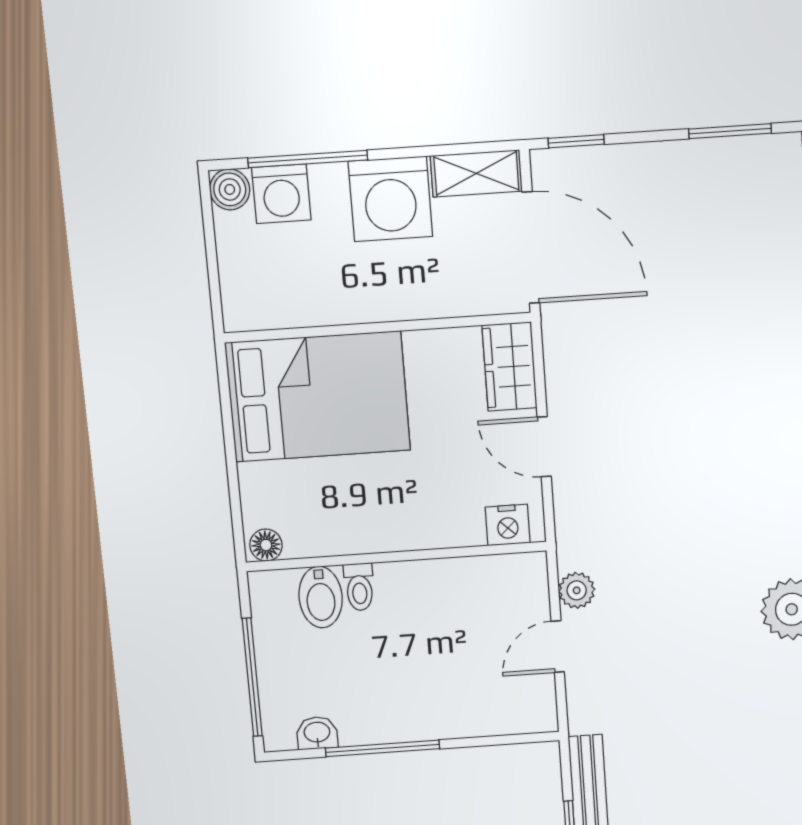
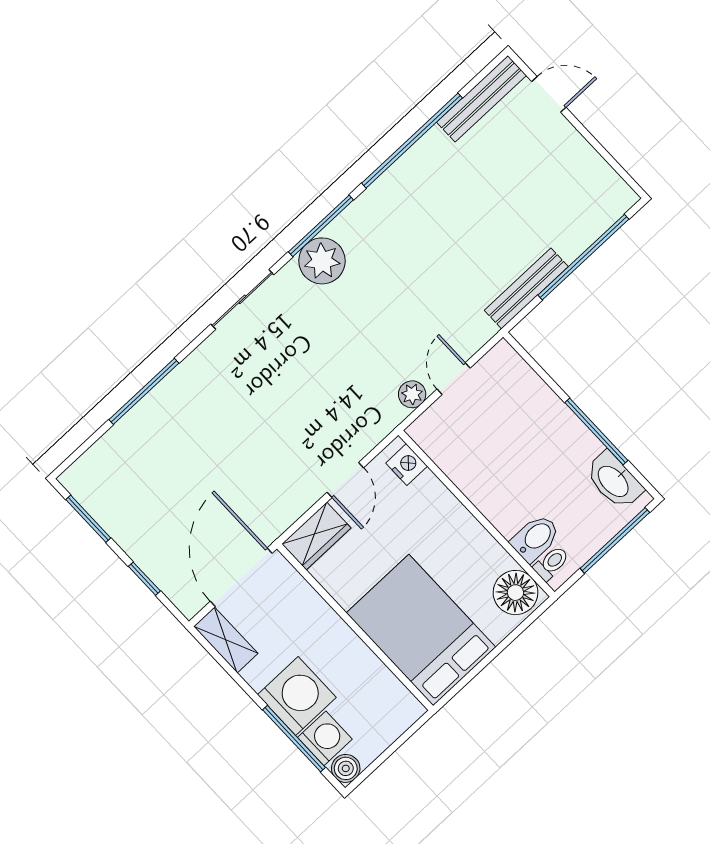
window: (576, 141) -> (144, 579), moved
washing machine: (390, 199) -> (297, 696), moved
floor lamp: (266, 545) -> (515, 593), width x1.89, depth x1.89
toilet: (359, 587) -> (551, 563), moved
door: (558, 647) -> (454, 379), swing flipped
washbasin: (317, 733) -> (614, 481), width x1.91, depth x1.45

